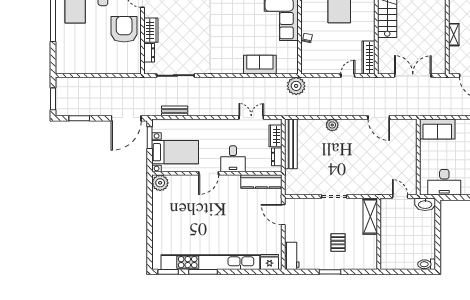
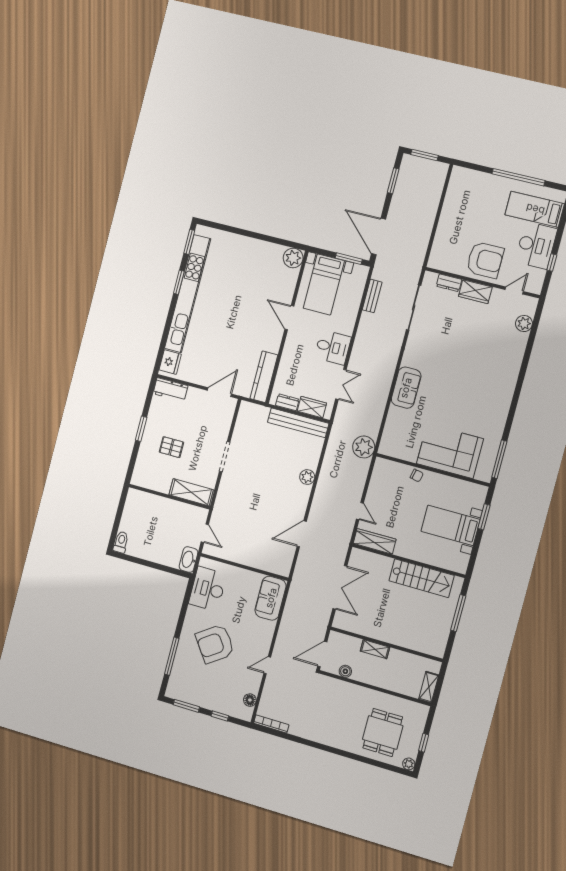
sofa: (260, 65) -> (406, 388), moved
desk: (233, 159) -> (333, 347), moved, turned 180
door: (400, 196) -> (205, 533), hinge flipped
window: (203, 272) -> (179, 282), width x0.69

